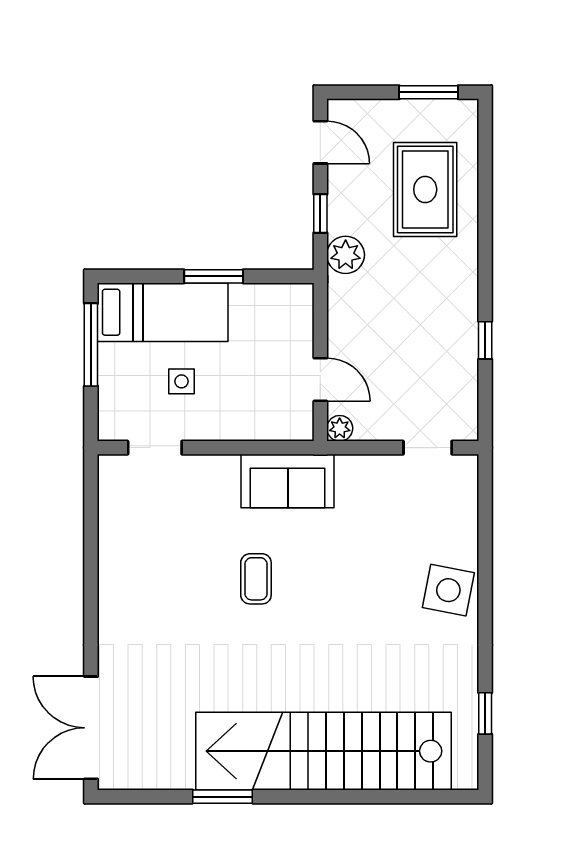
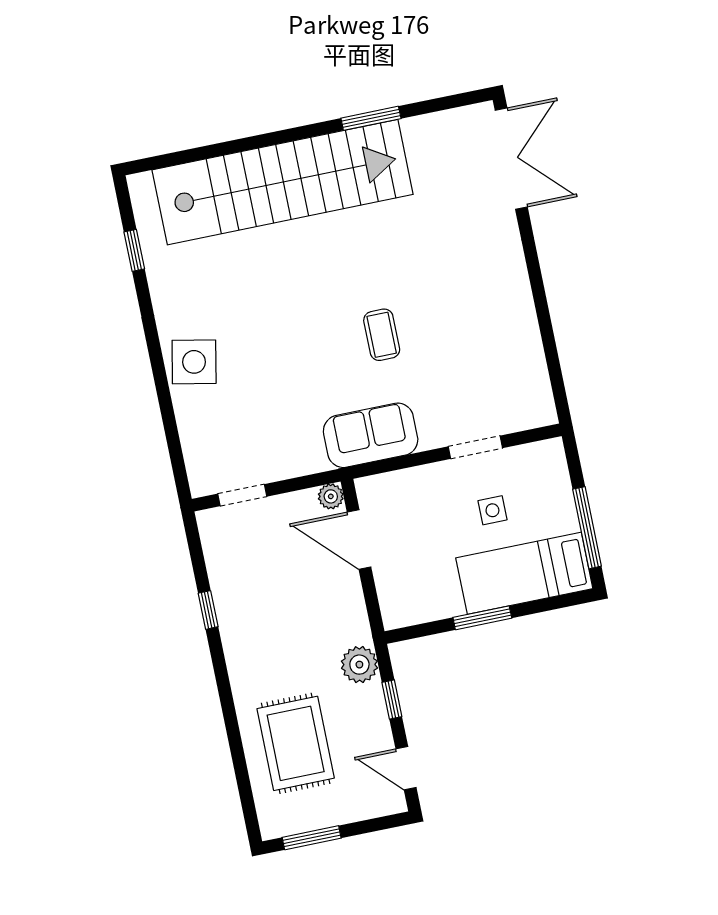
door: (320, 380) -> (359, 539), width x1.38
doorway: (155, 448) -> (475, 447), moved

